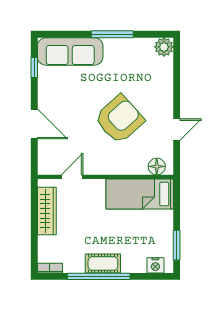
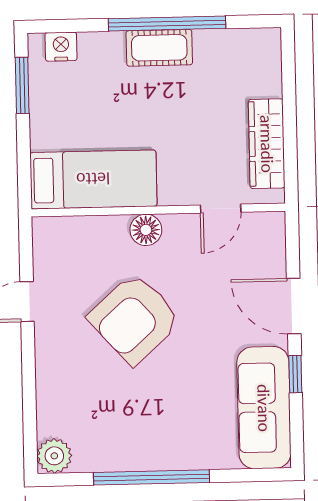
window: (112, 34) -> (152, 477), width x1.46
sofa: (70, 51) -> (264, 408), moved, turned -90
window: (34, 67) -> (295, 374), moved
floor lamp: (157, 166) -> (146, 230), moved
bookcase: (50, 268) -> (258, 37), removed

